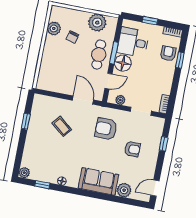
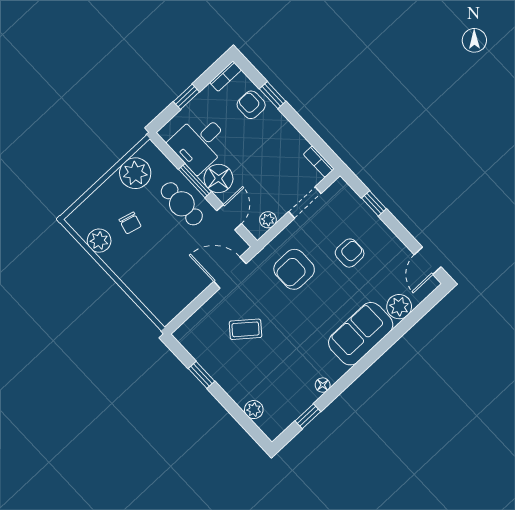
plant: (24, 173) -> (254, 410), moved

